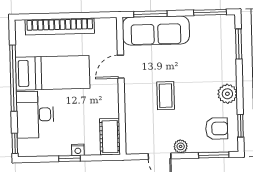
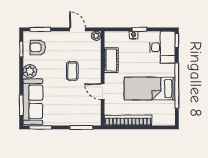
bookcase: (60, 26) -> (128, 120), moved
sofa: (156, 31) -> (33, 102), moved, turned 90
door: (121, 67) -> (103, 92), swing flipped
desk: (35, 115) -> (162, 47), moved
cot: (110, 137) -> (111, 60), moved
plant: (181, 146) -> (96, 36), moved

